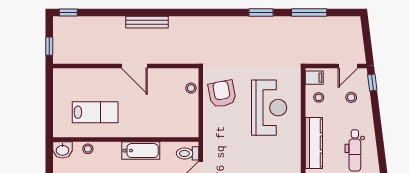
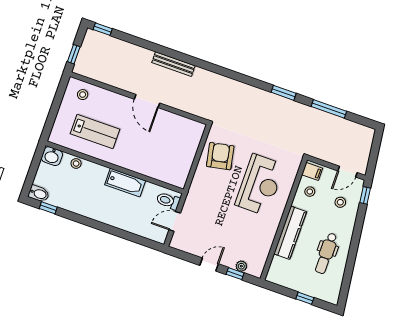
stool: (191, 88) -> (83, 95), moved

